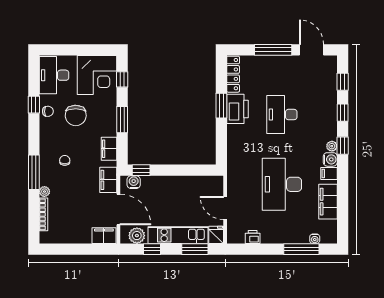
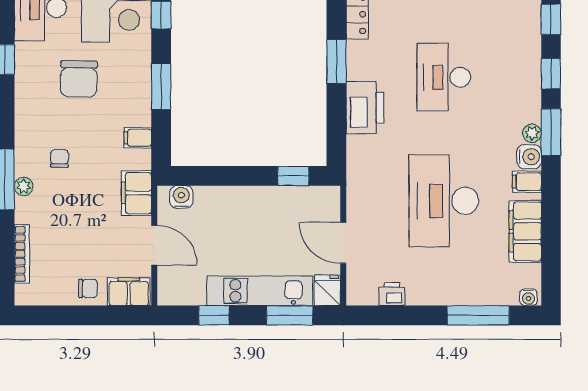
printer: (237, 109) -> (365, 108), moved
chair: (48, 111) -> (88, 288), moved
window: (343, 146) -> (551, 132), width x1.50
filing cabinet: (109, 149) -> (138, 138), width x0.50
window: (141, 170) -> (293, 176), moved
plant: (44, 192) -> (24, 186), moved
door: (118, 209) -> (154, 245), width x0.73
plant: (137, 236) -> (187, 291), removed
water cooler: (315, 239) -> (528, 297), moved

